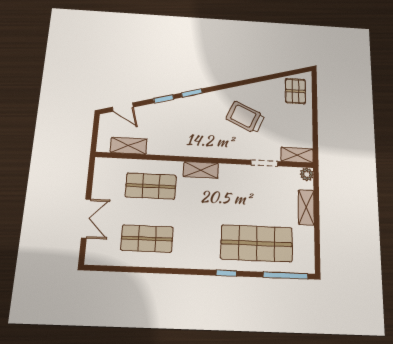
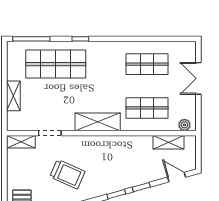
shelving: (201, 170) -> (98, 122), width x1.50, depth x1.33
plant: (307, 174) -> (184, 125), moved

